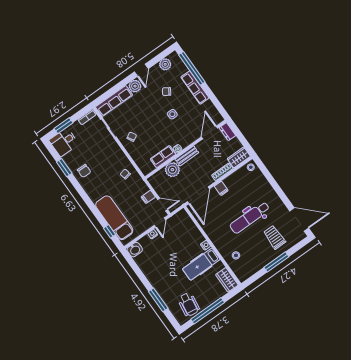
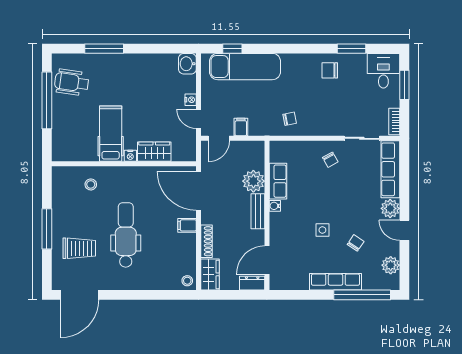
door: (209, 132) -> (267, 260), swing flipped
wardrobe: (227, 280) -> (154, 152), moved

